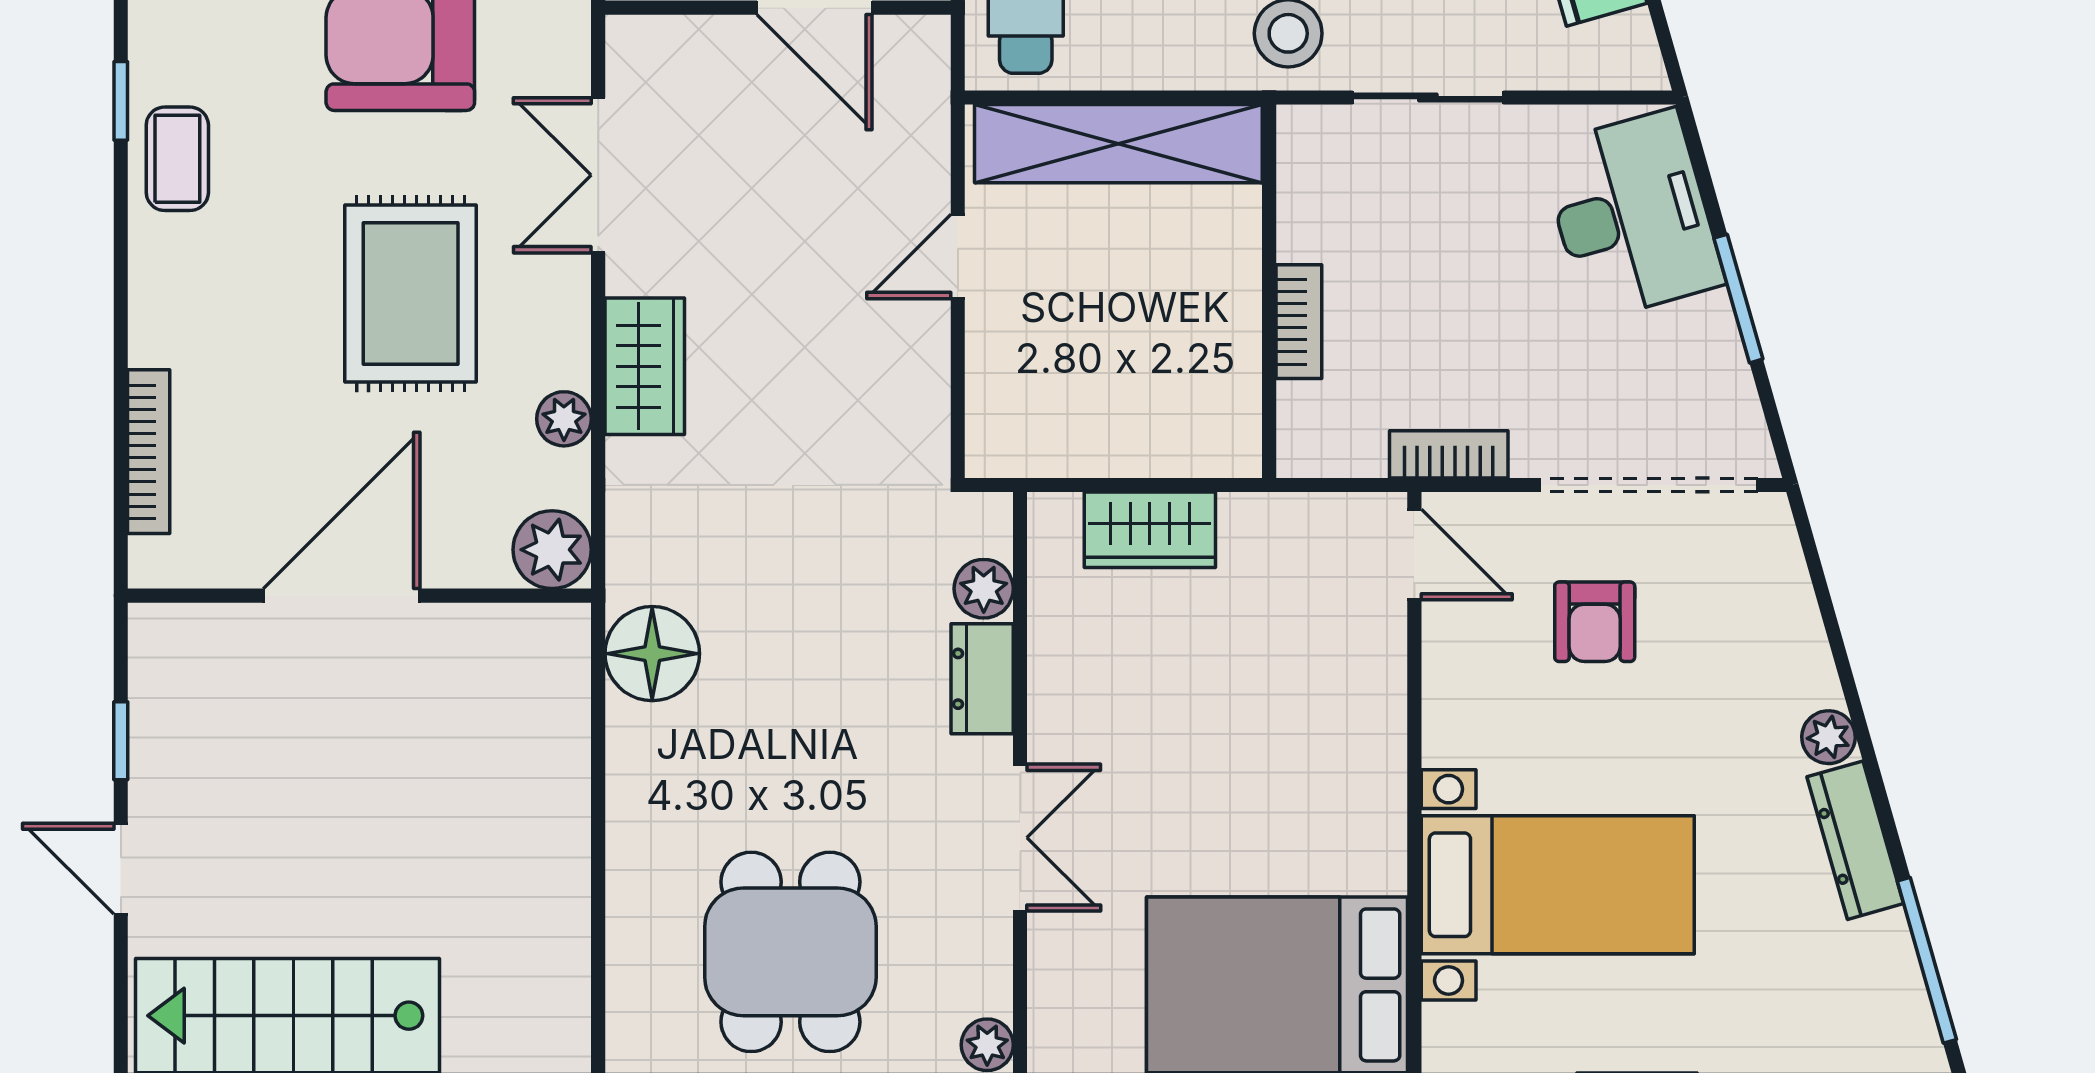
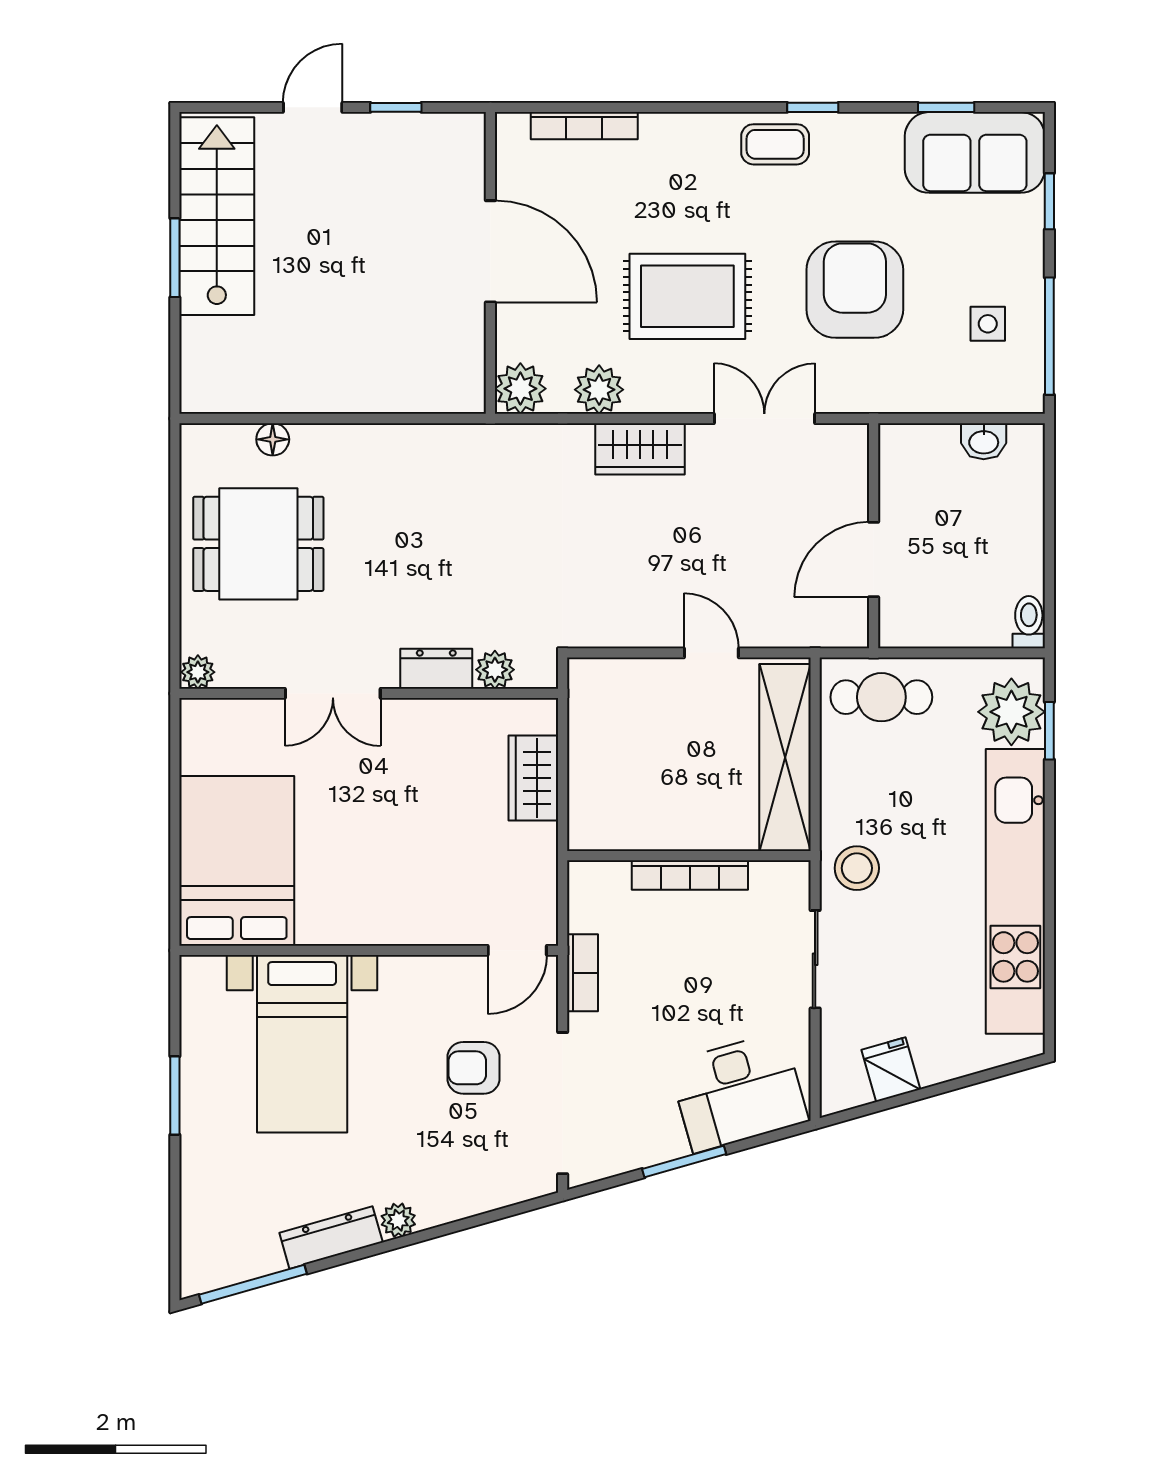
bookcase: (1299, 322) -> (690, 875), width x1.56
plant: (564, 419) -> (599, 390), width x1.38, depth x1.38
floor lamp: (652, 654) -> (273, 439), moved, width x0.53, depth x0.53

